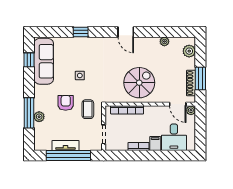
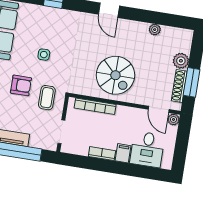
plant: (189, 51) -> (181, 61), moved
spiral stairs: (139, 83) -> (115, 75), turned 90
armchair: (66, 103) -> (21, 85), turned 90

